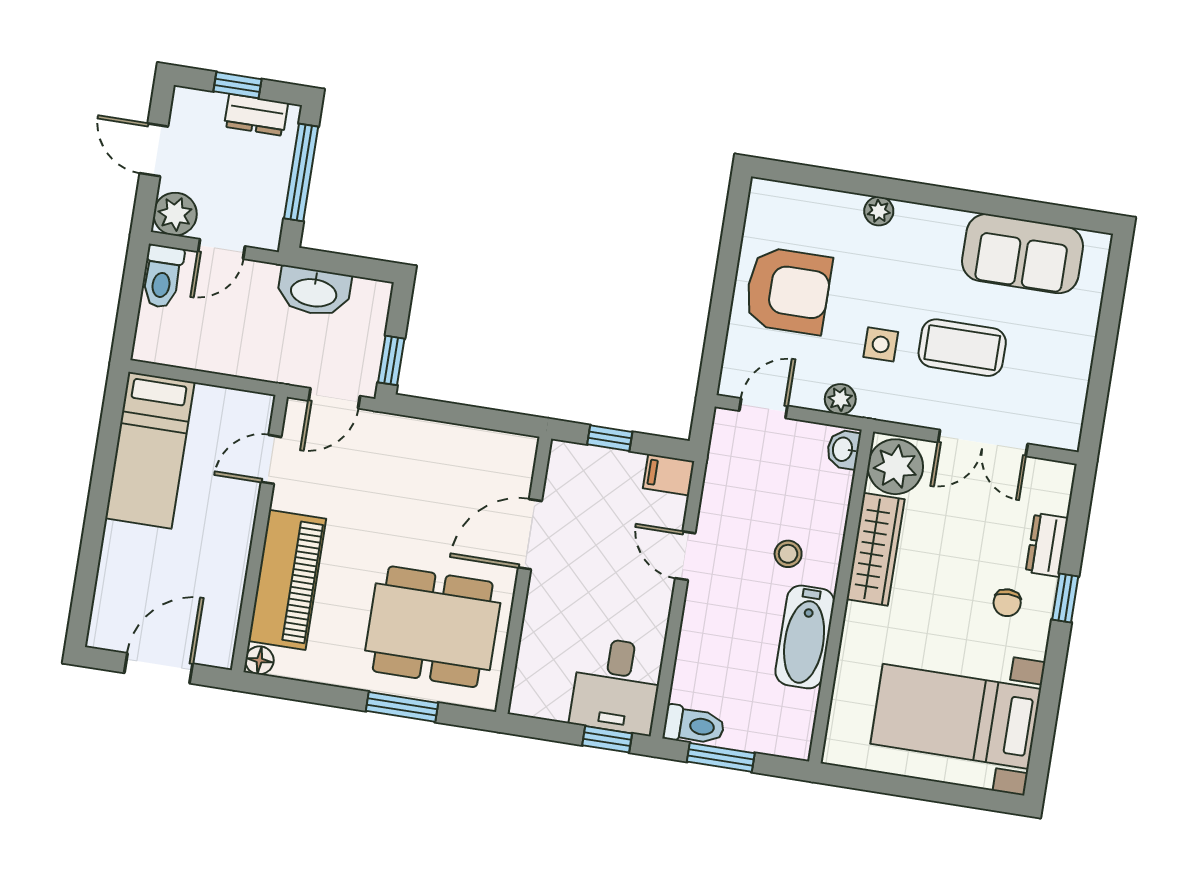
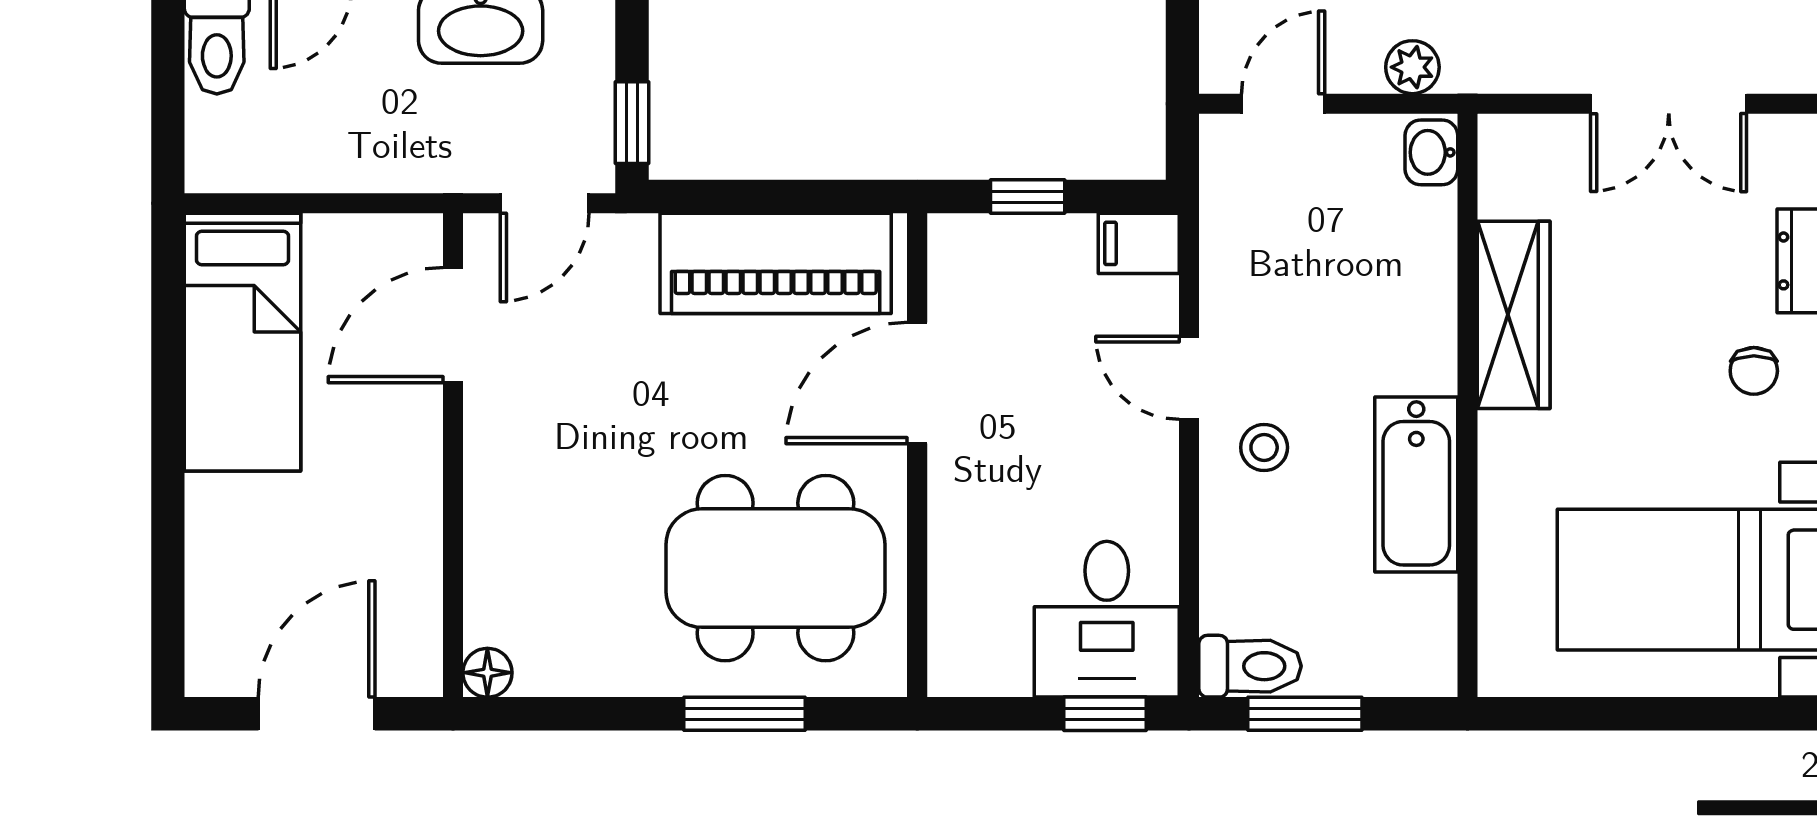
door: (271, 459) -> (453, 325), width x1.38
plant: (895, 467) -> (1525, 168), removed
stool: (788, 554) -> (1264, 447), moved
piano: (287, 580) -> (776, 263), moved, turned 90

